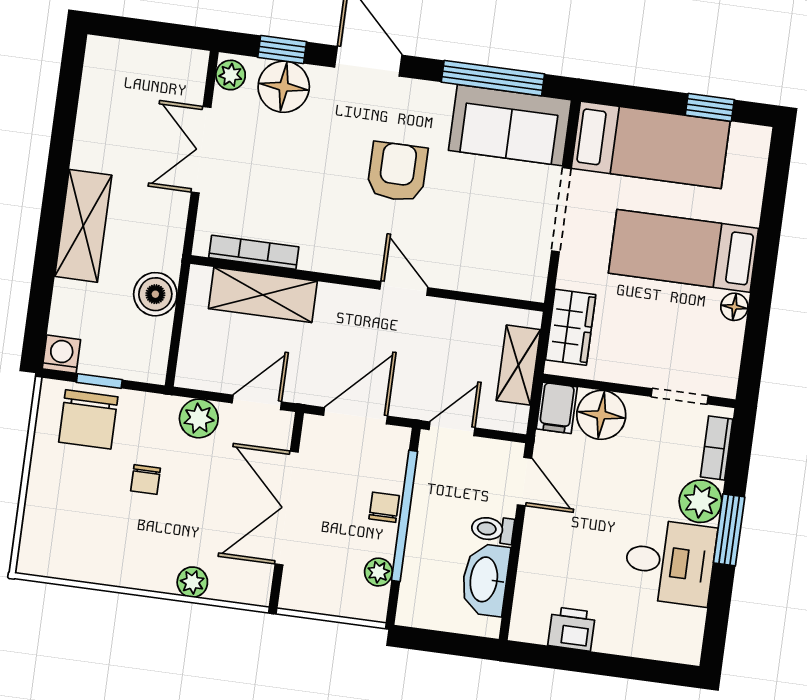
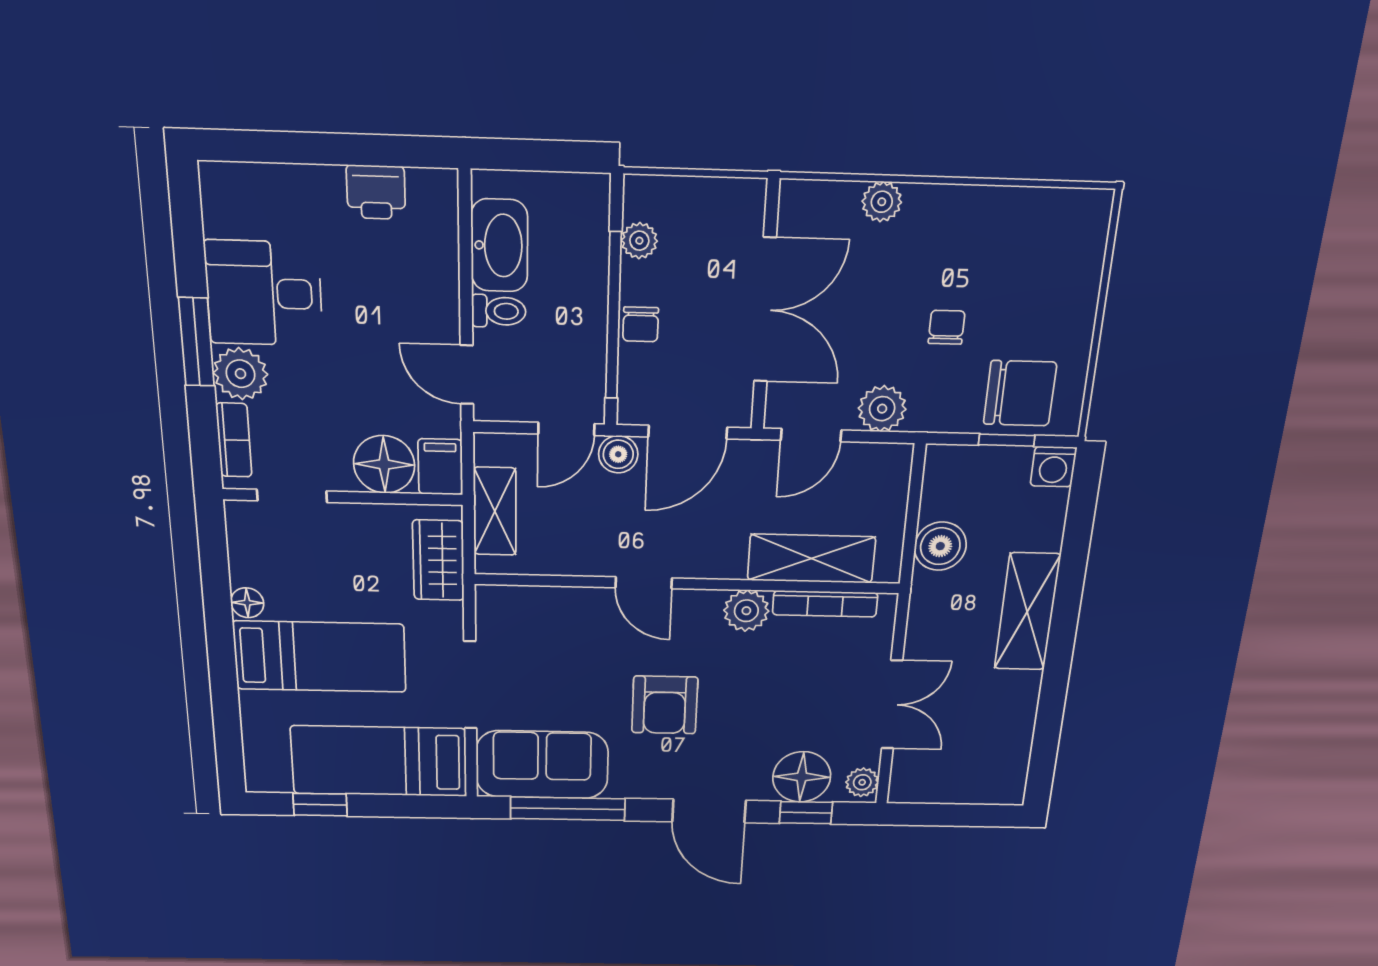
plant: (320, 253) -> (746, 611), added
boiler: (413, 403) -> (618, 454), added
chair: (88, 419) -> (1020, 393), turned 90

